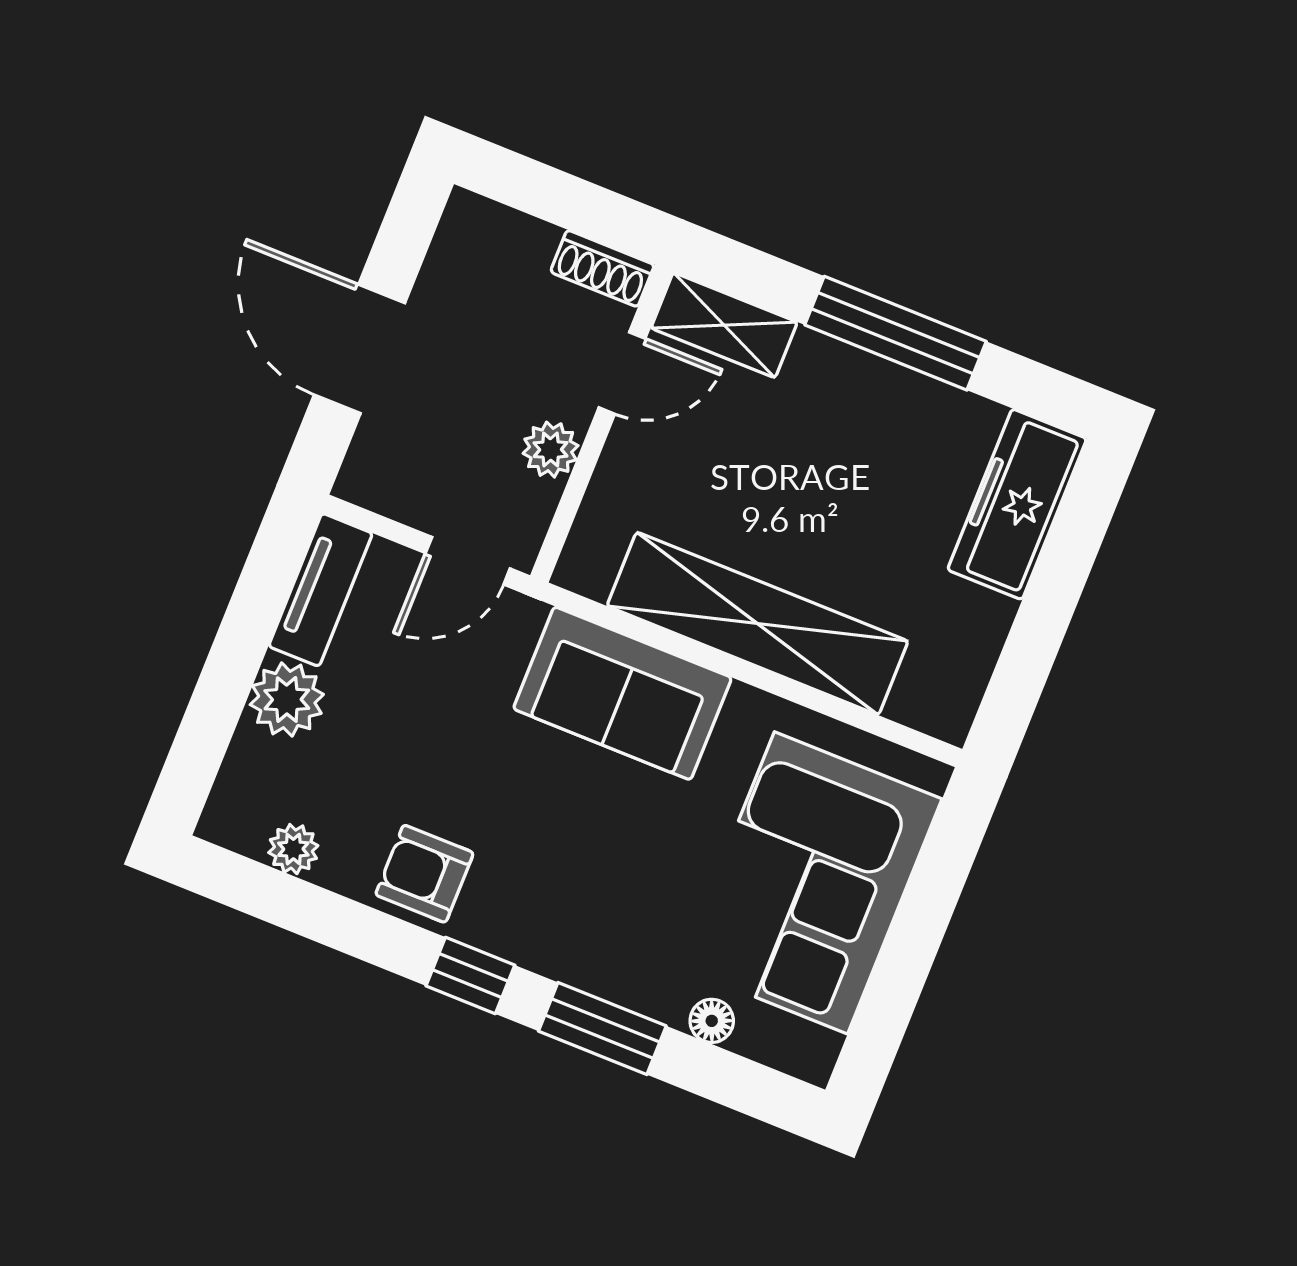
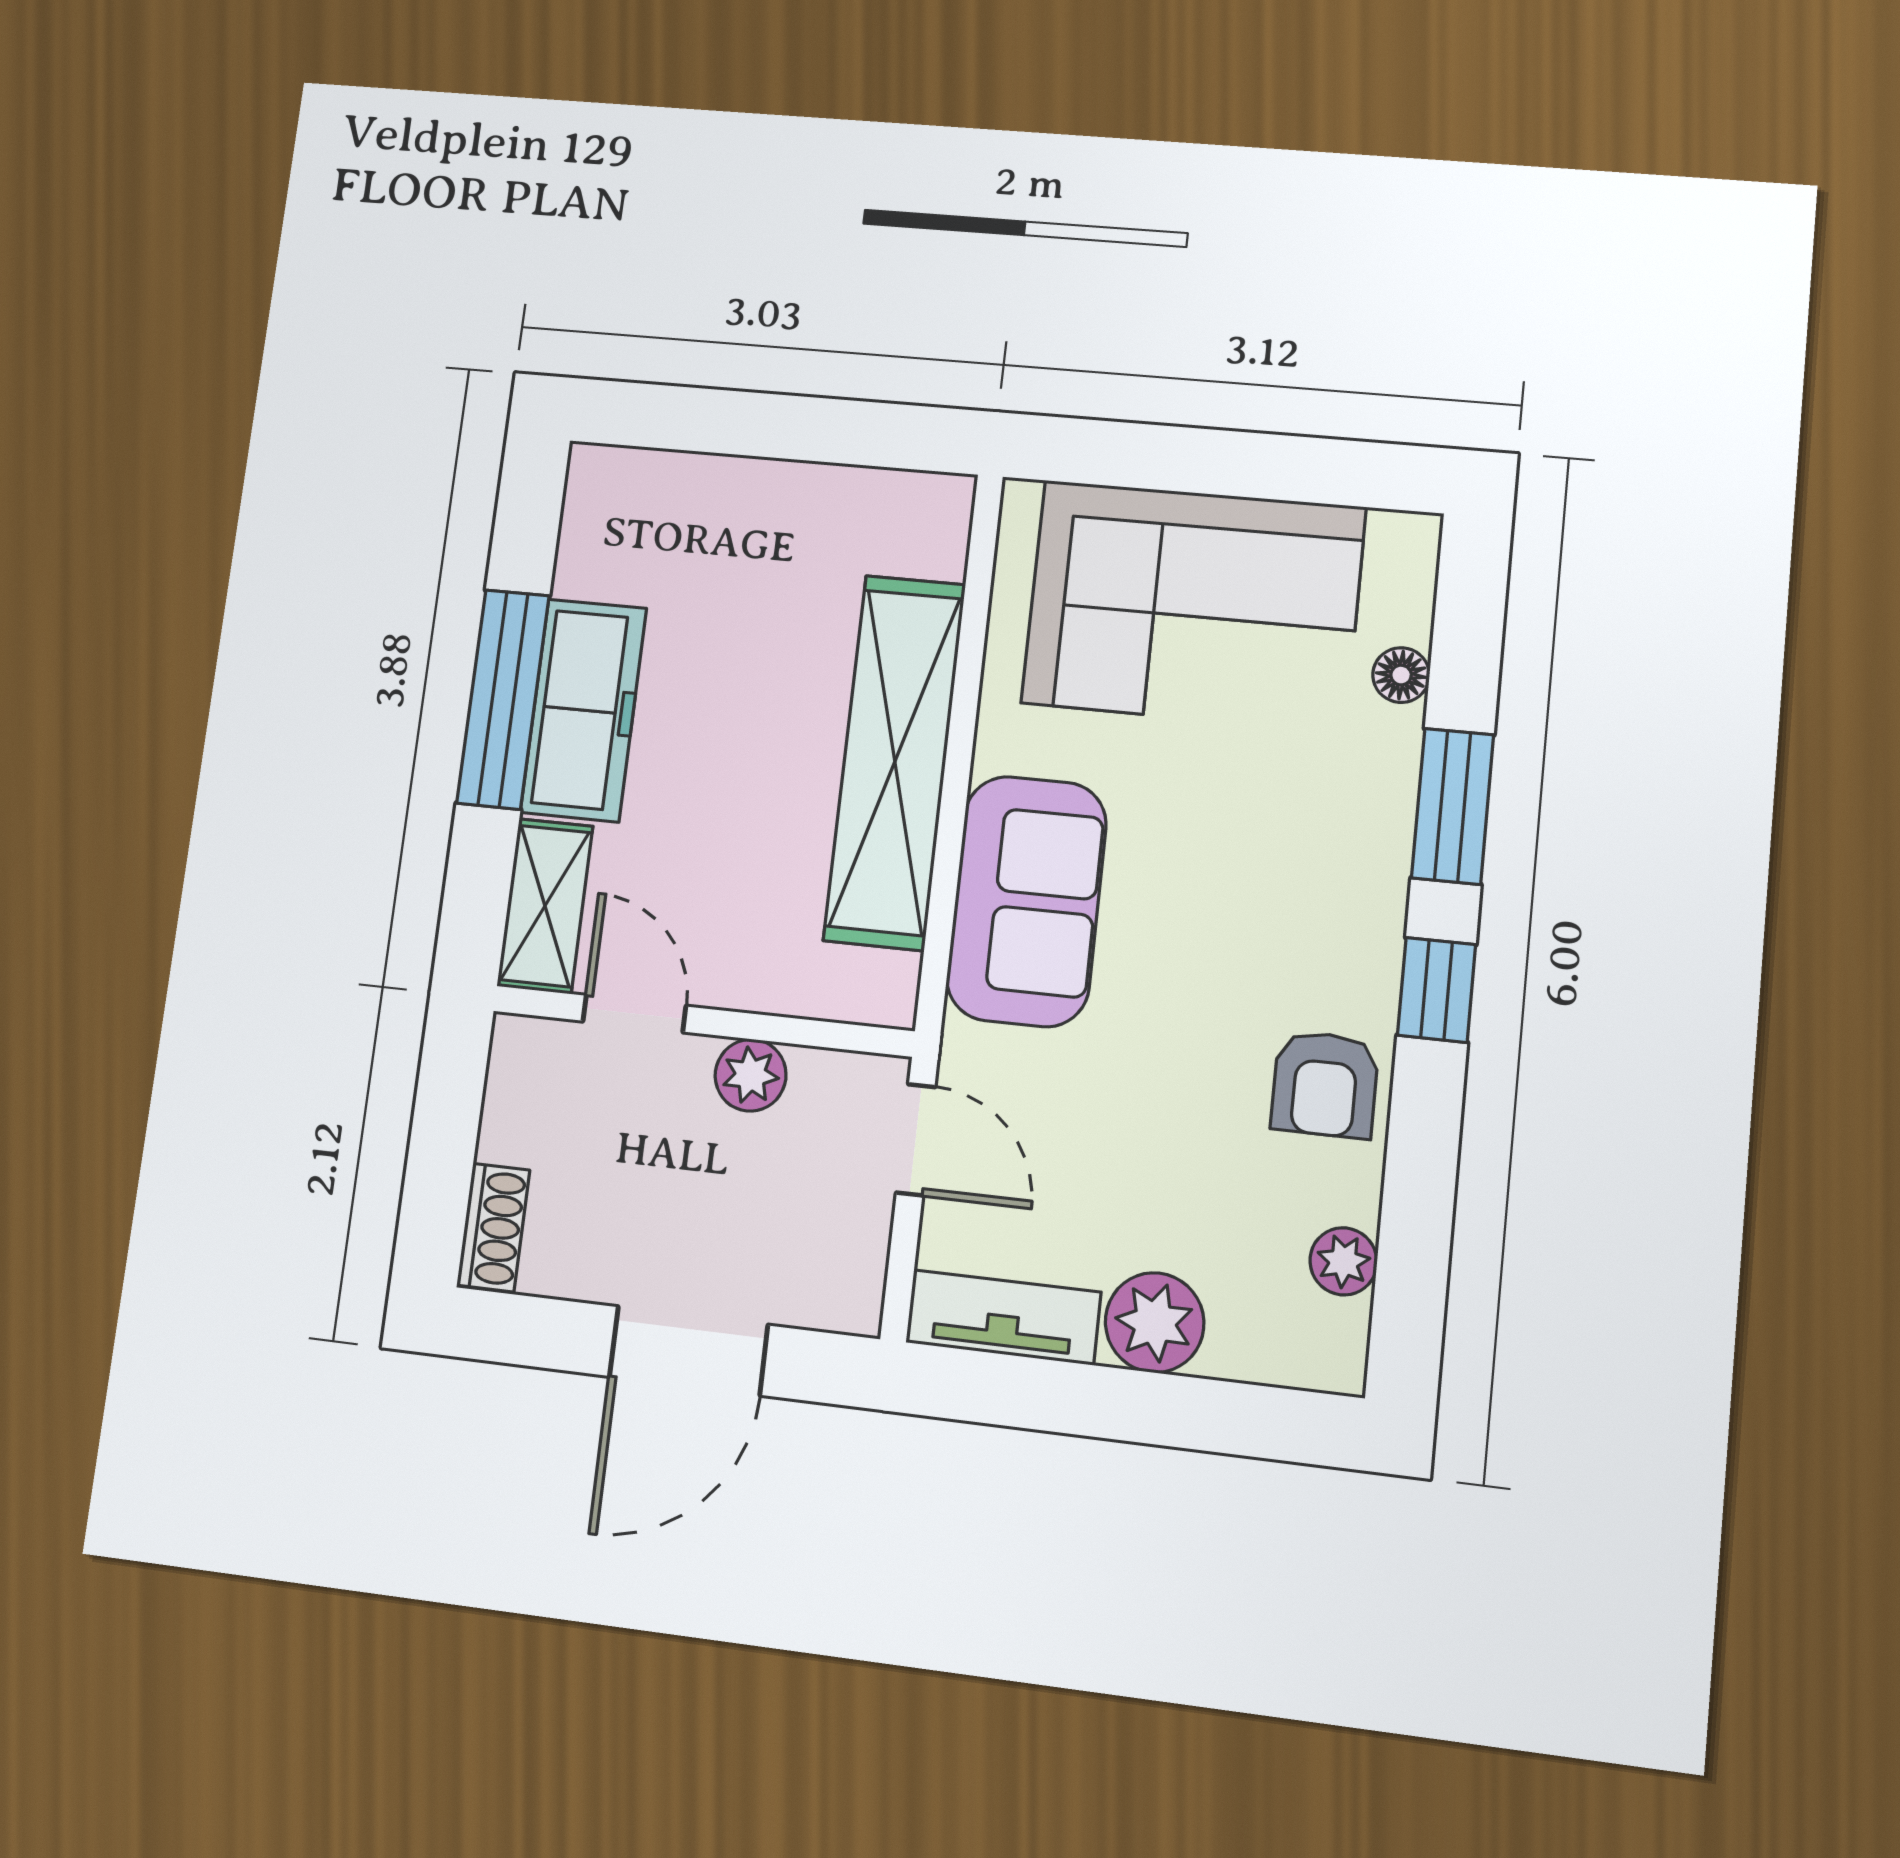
shoe rack: (602, 268) -> (493, 1228), moved
freezer: (1017, 504) -> (584, 710), moved, turned -90

